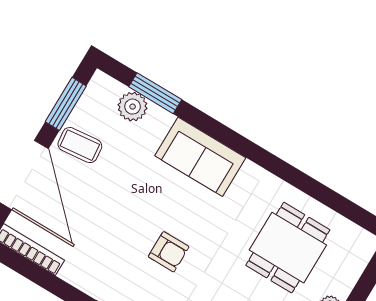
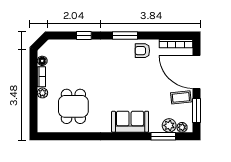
plant: (111, 89) -> (182, 127), added
armchair: (169, 252) -> (142, 51), moved

